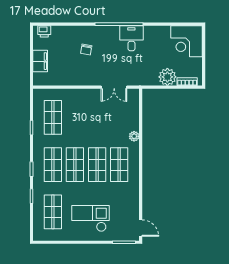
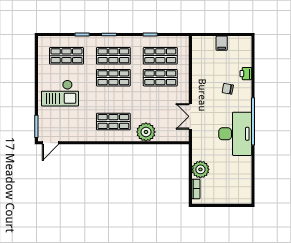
printer: (44, 31) -> (246, 74), moved
desk: (131, 38) -> (235, 134), width x1.87, depth x1.30
corner desk: (186, 41) -> (236, 188), removed
filing cabinet: (40, 61) -> (222, 43), width x0.50
plant: (134, 136) -> (146, 132), width x1.87, depth x1.87
shop shelf: (97, 165) -> (160, 78), moved
checkout: (90, 218) -> (60, 93), turned 90

